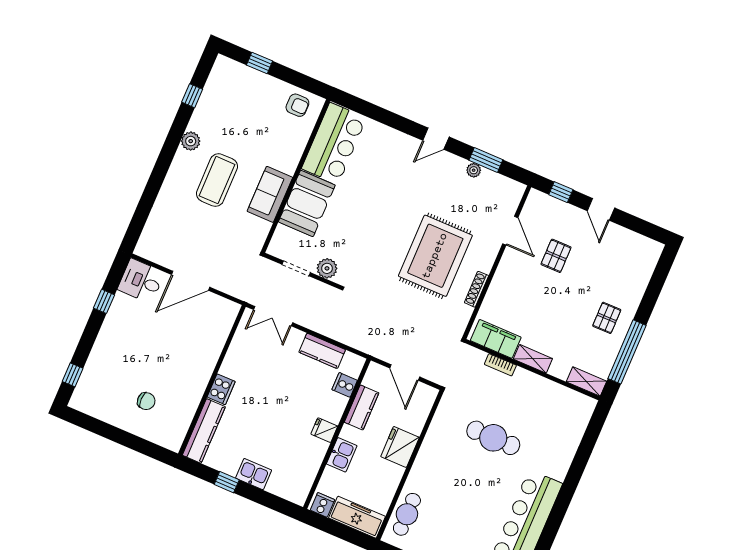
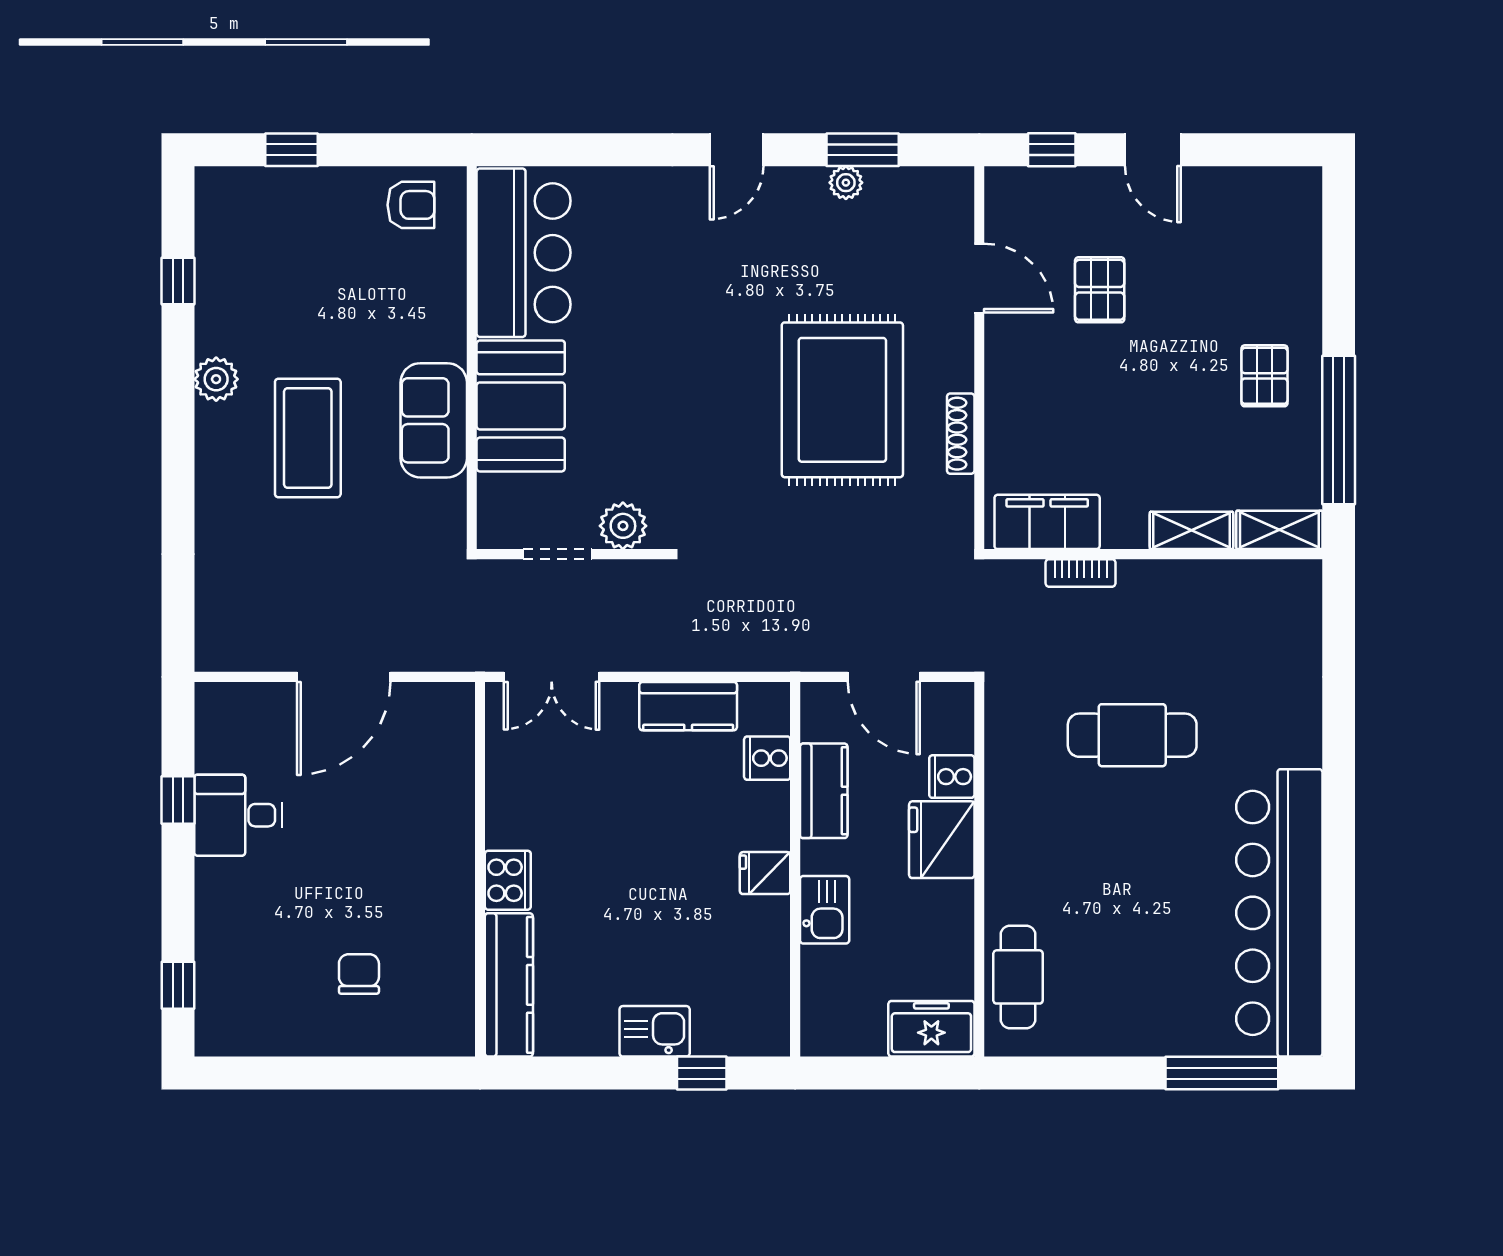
desk: (141, 281) -> (238, 815), moved
shelving: (533, 359) -> (1191, 530), moved
chair: (146, 401) -> (359, 974), turned -90
window: (227, 482) -> (702, 1073), moved
cooker: (322, 505) -> (952, 777), moved, turned -90
freezer: (357, 517) -> (931, 1029), width x0.71

